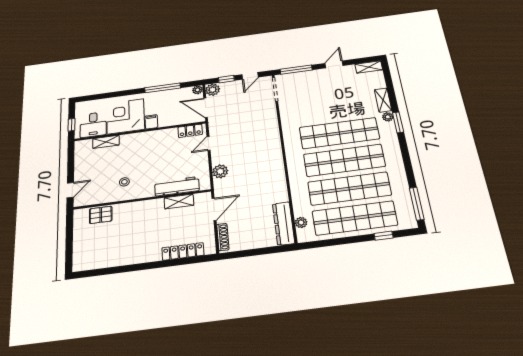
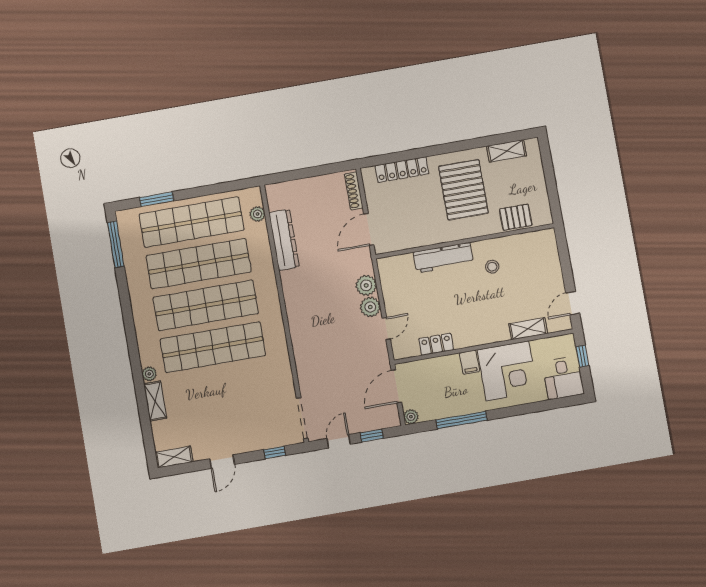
window: (296, 70) -> (275, 452), width x0.46
plant: (213, 90) -> (370, 307), moved
door: (206, 108) -> (396, 386), swing flipped
window: (398, 122) -> (136, 365), removed
desk: (93, 125) -> (563, 378), moved, turned 180
locker: (190, 131) -> (436, 344), moved
workbench: (177, 186) -> (443, 258), moved
door: (70, 190) -> (573, 303), moved
shelving: (179, 202) -> (506, 151), moved
dresser: (284, 223) -> (284, 240), moved
pallet: (137, 235) -> (463, 190), added
window: (384, 236) -> (157, 199), width x1.50

